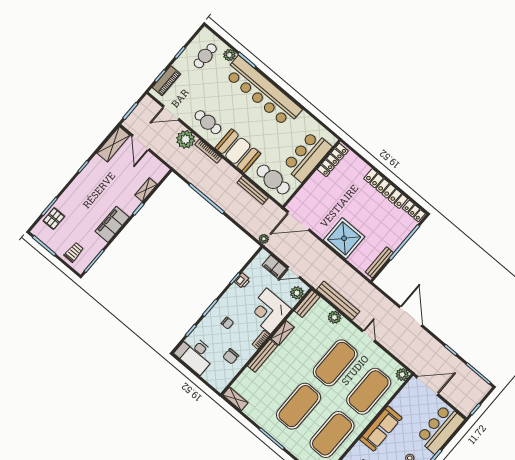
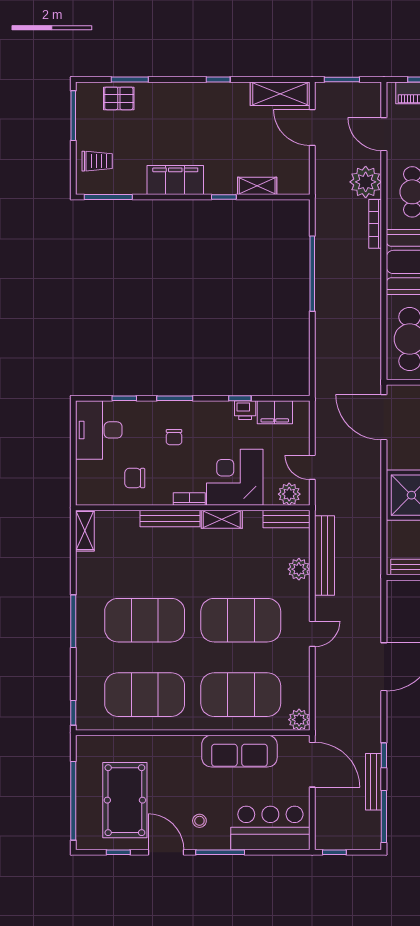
door: (141, 143) -> (312, 127), hinge flipped
bench: (253, 190) -> (374, 782), moved
plant: (264, 239) -> (323, 392), removed
filing cabinet: (274, 267) -> (275, 412), moved, turned -90
sofa: (381, 429) -> (239, 751), moved

